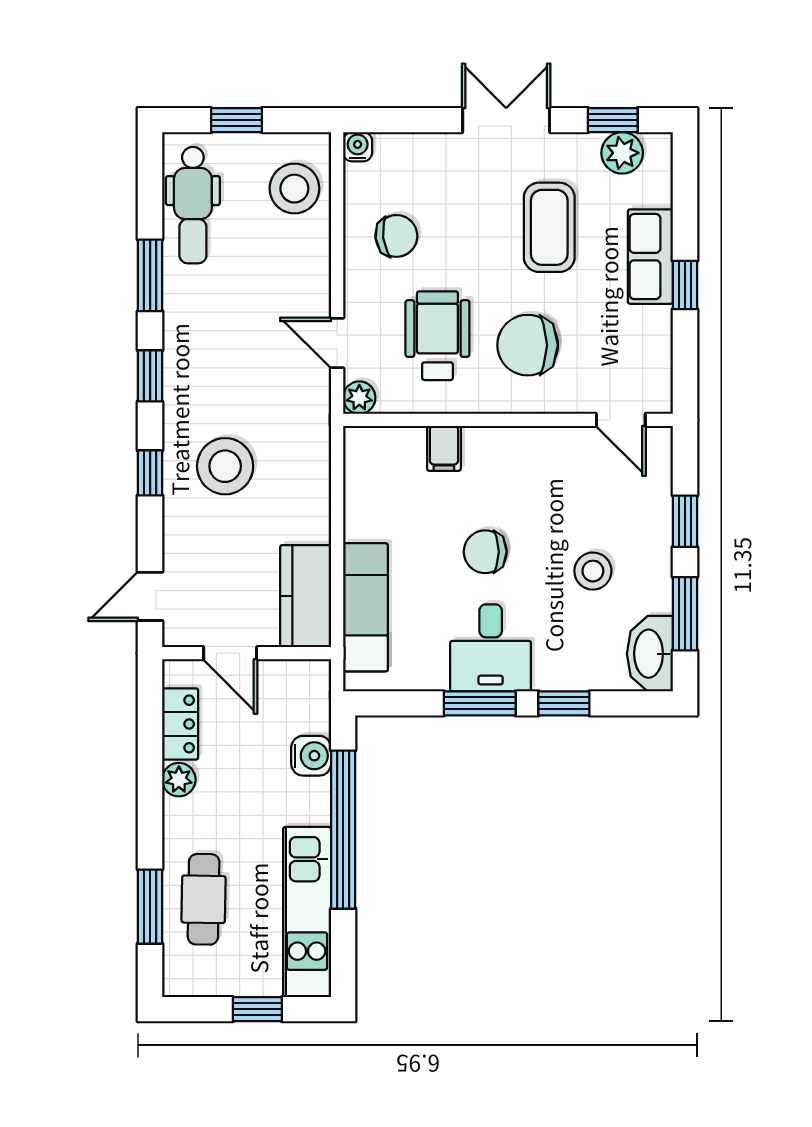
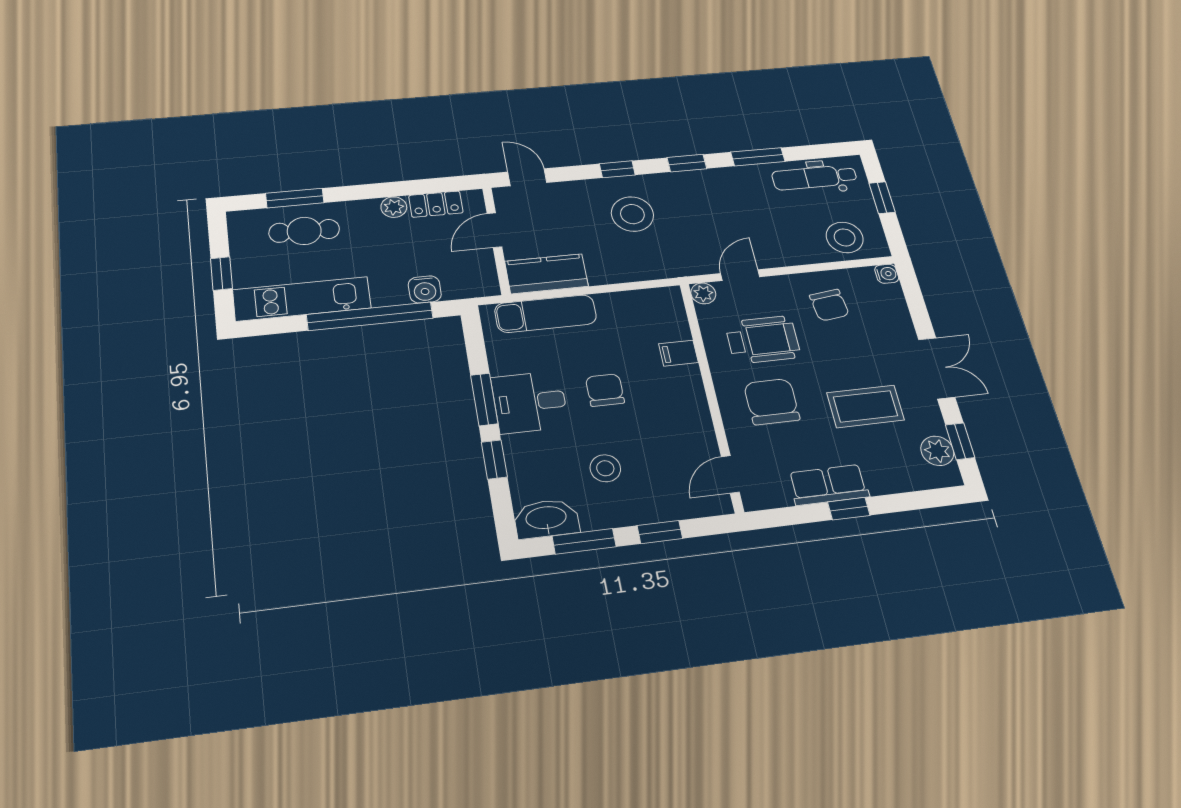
row of seats: (650, 257) -> (829, 485), moved

